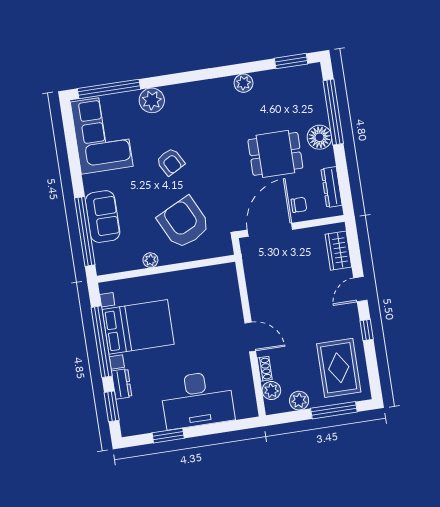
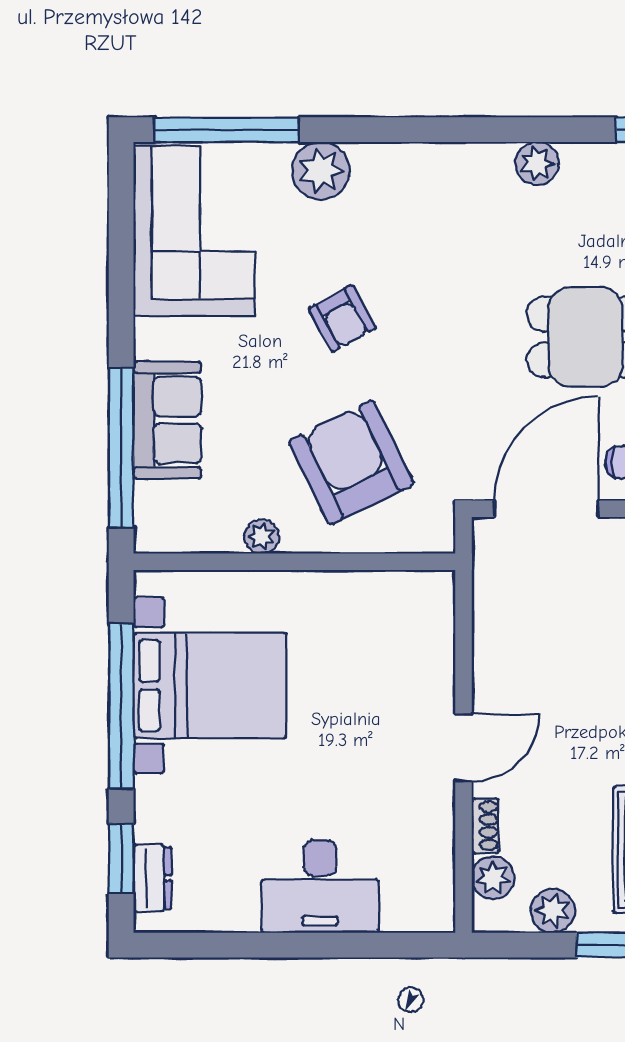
door: (250, 337) -> (464, 748), hinge flipped
dresser: (122, 384) -> (152, 878), moved
desk: (197, 400) -> (320, 887), width x0.73, depth x0.77
window: (168, 436) -> (241, 945), removed

